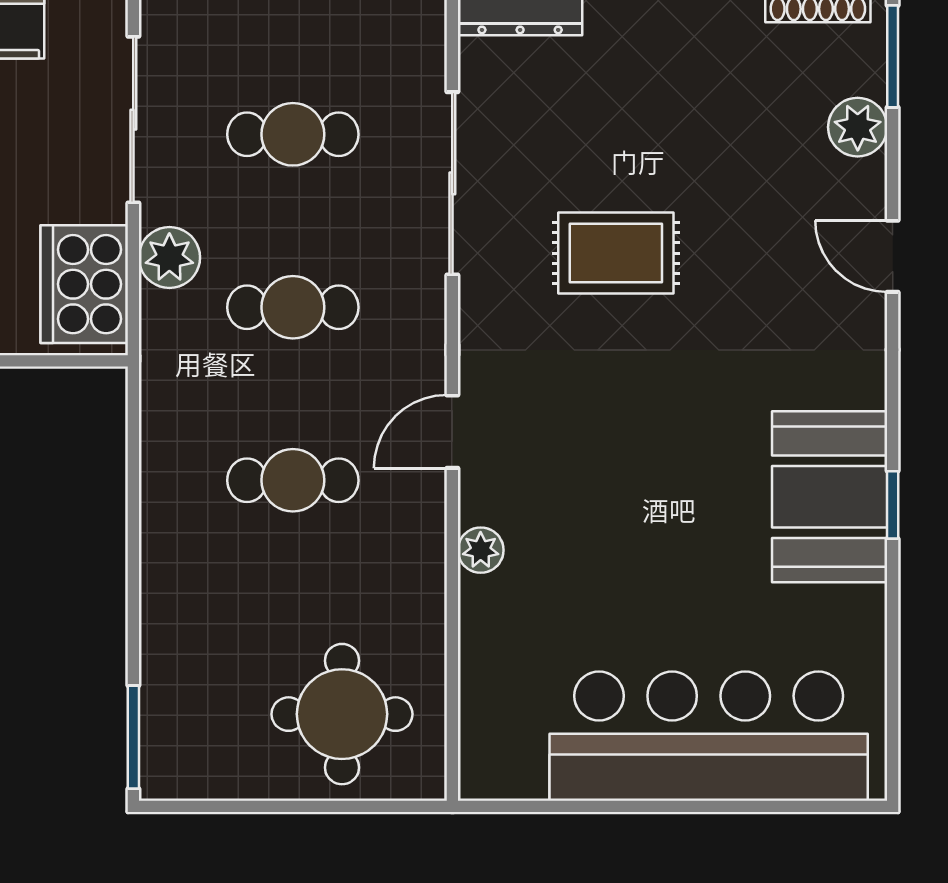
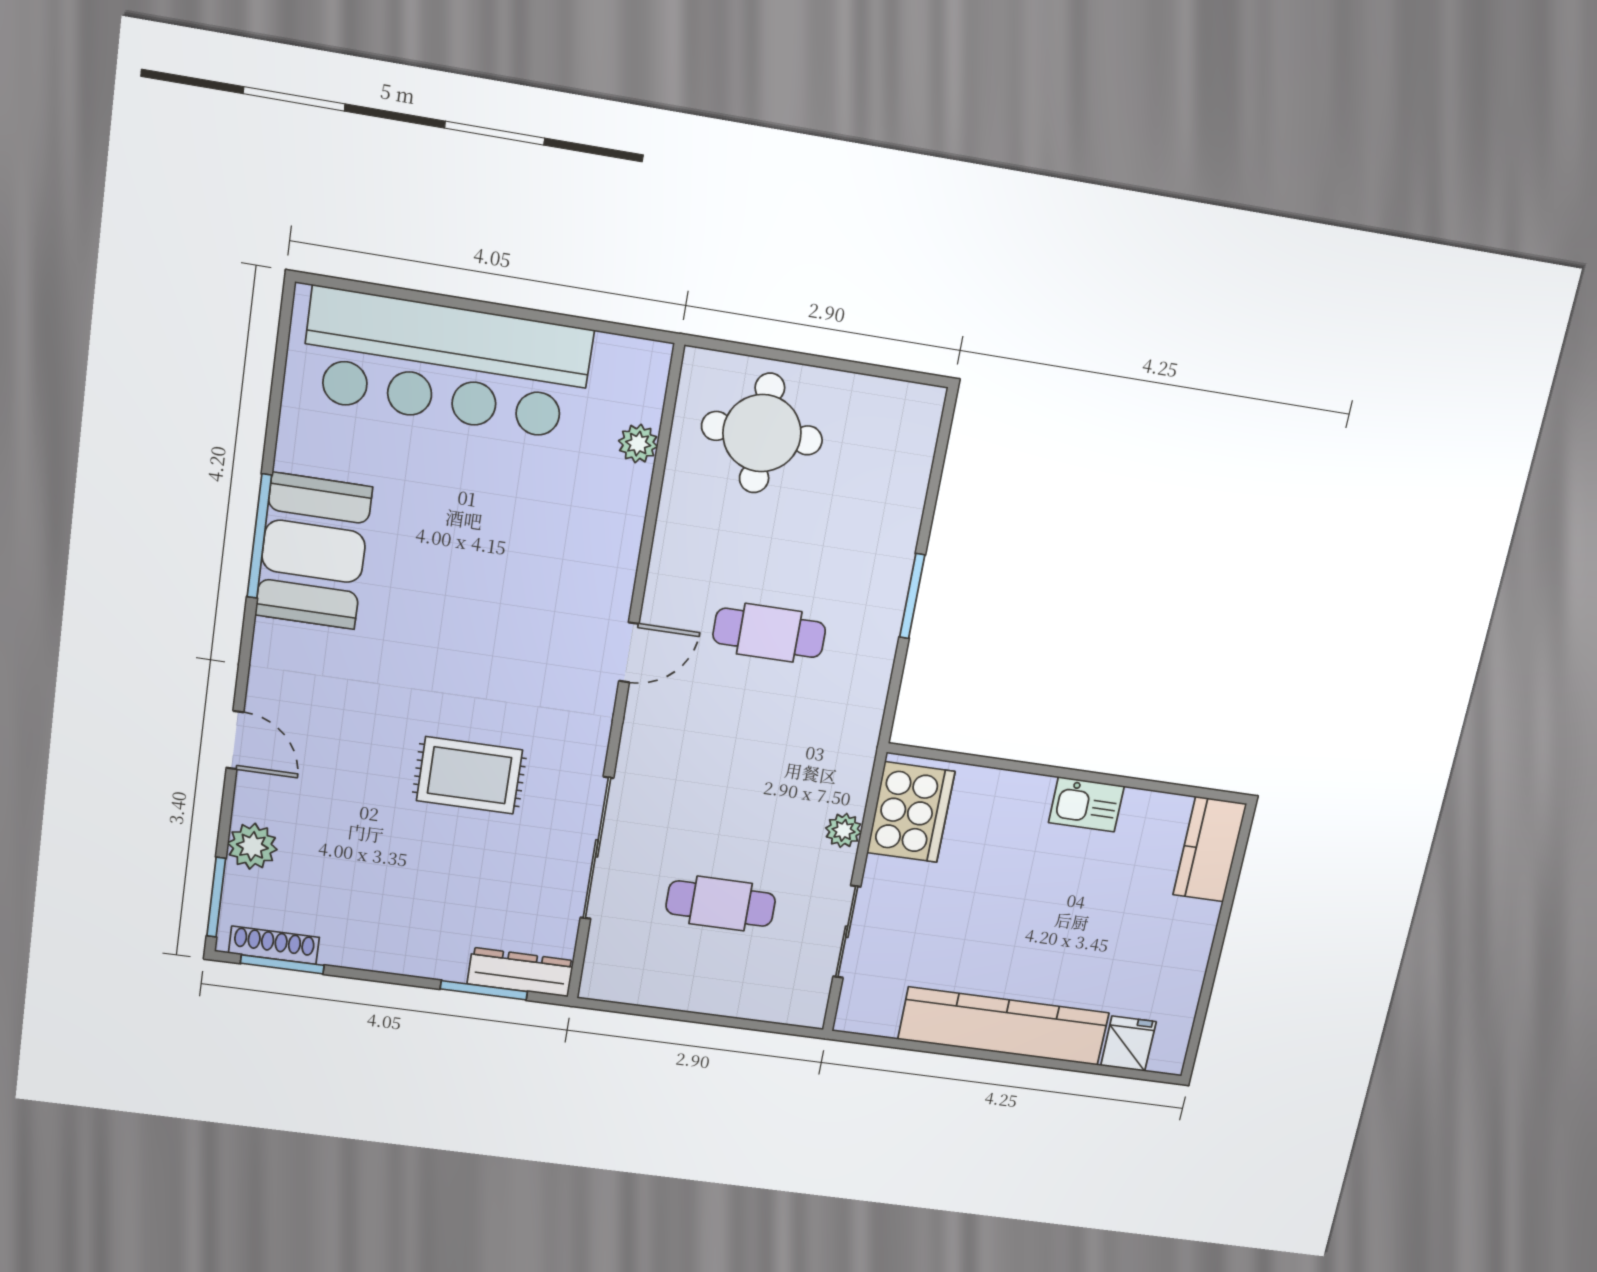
sliding door: (133, 120) -> (847, 932), width x0.73
plant: (169, 257) -> (844, 830), width x0.73, depth x0.73
cafe table: (293, 307) -> (745, 770), removed
window: (893, 505) -> (259, 536), width x2.17
plant: (481, 550) -> (638, 444), moved
window: (133, 737) -> (912, 596), moved

